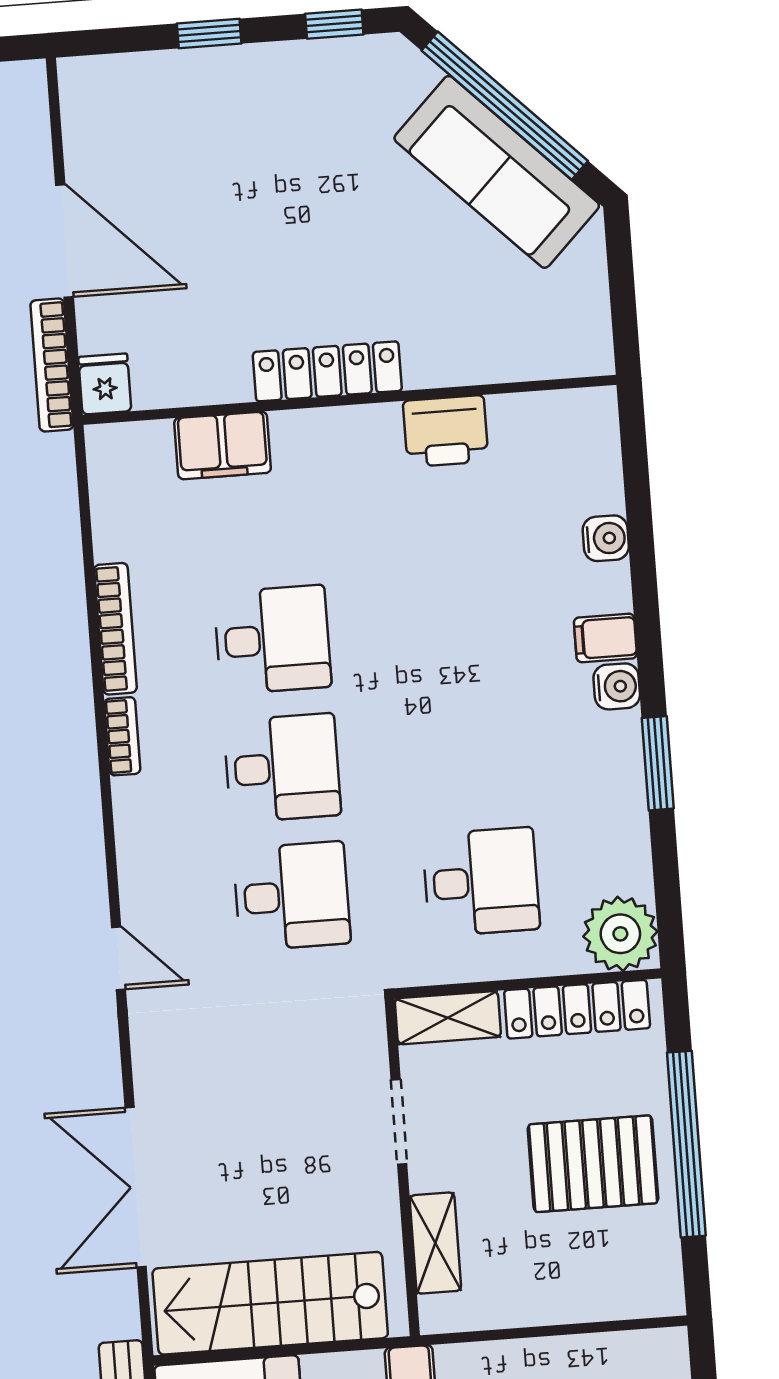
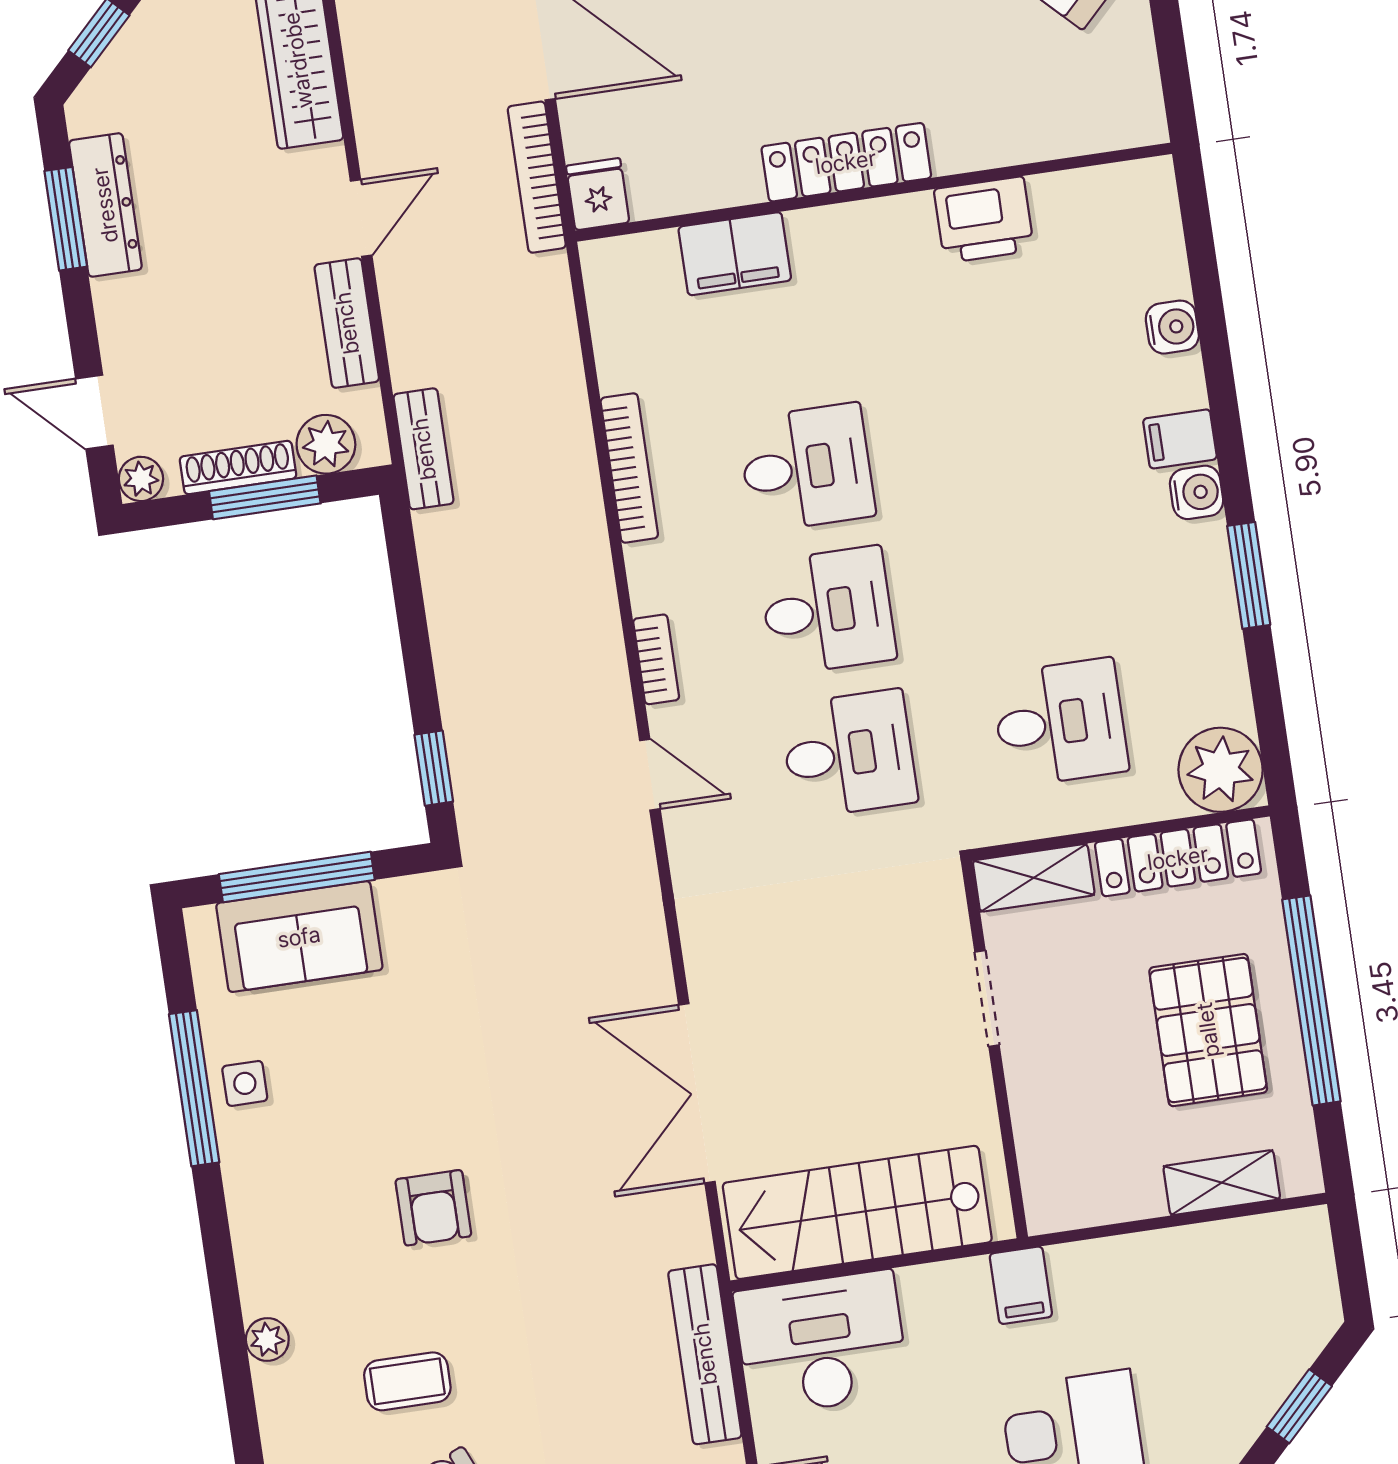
bookcase: (122, 736) -> (656, 659), moved
door: (118, 958) -> (650, 775), moved
pallet: (593, 1164) -> (1208, 1030), turned 90
shelving: (435, 1243) -> (1222, 1183), moved, turned 90

